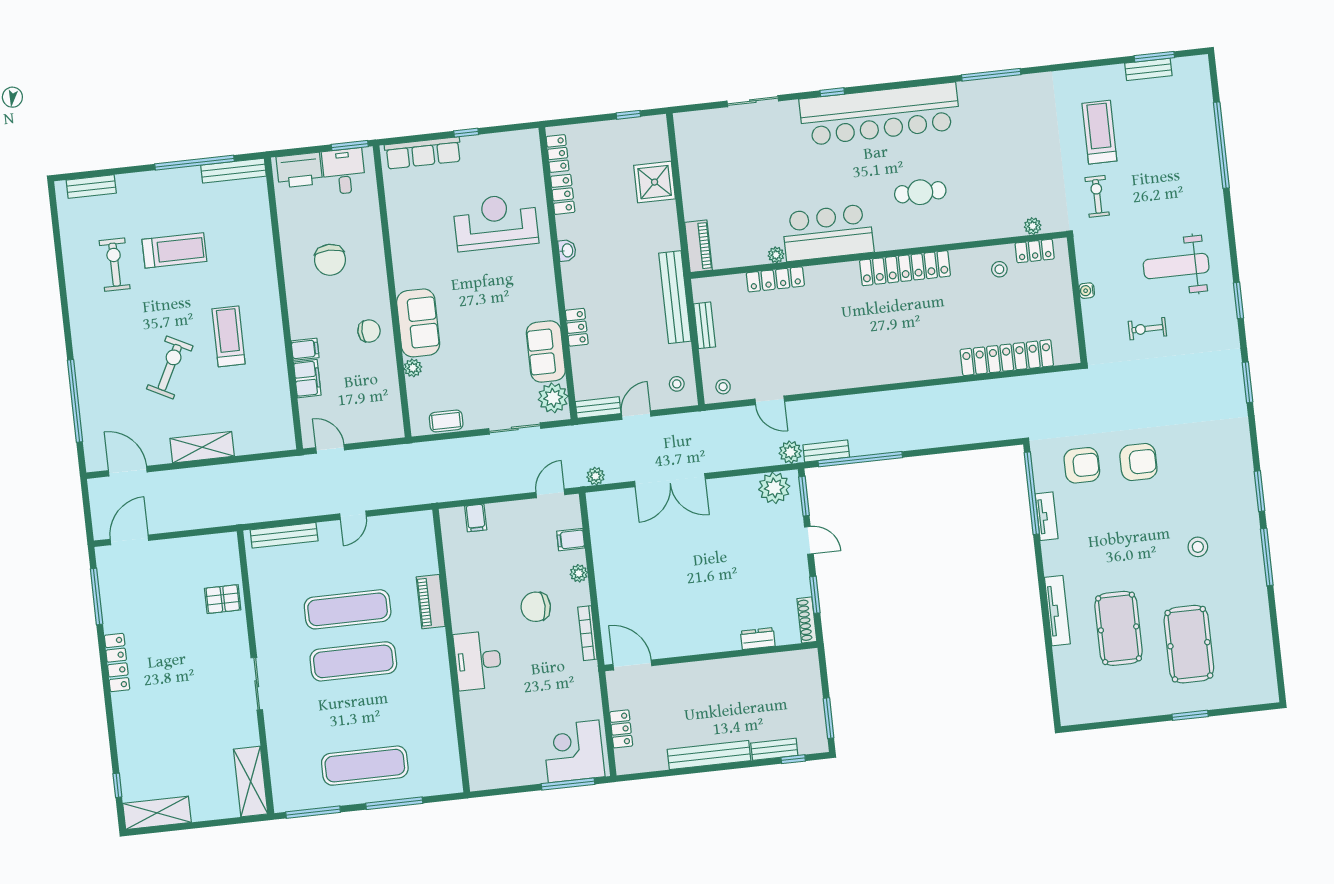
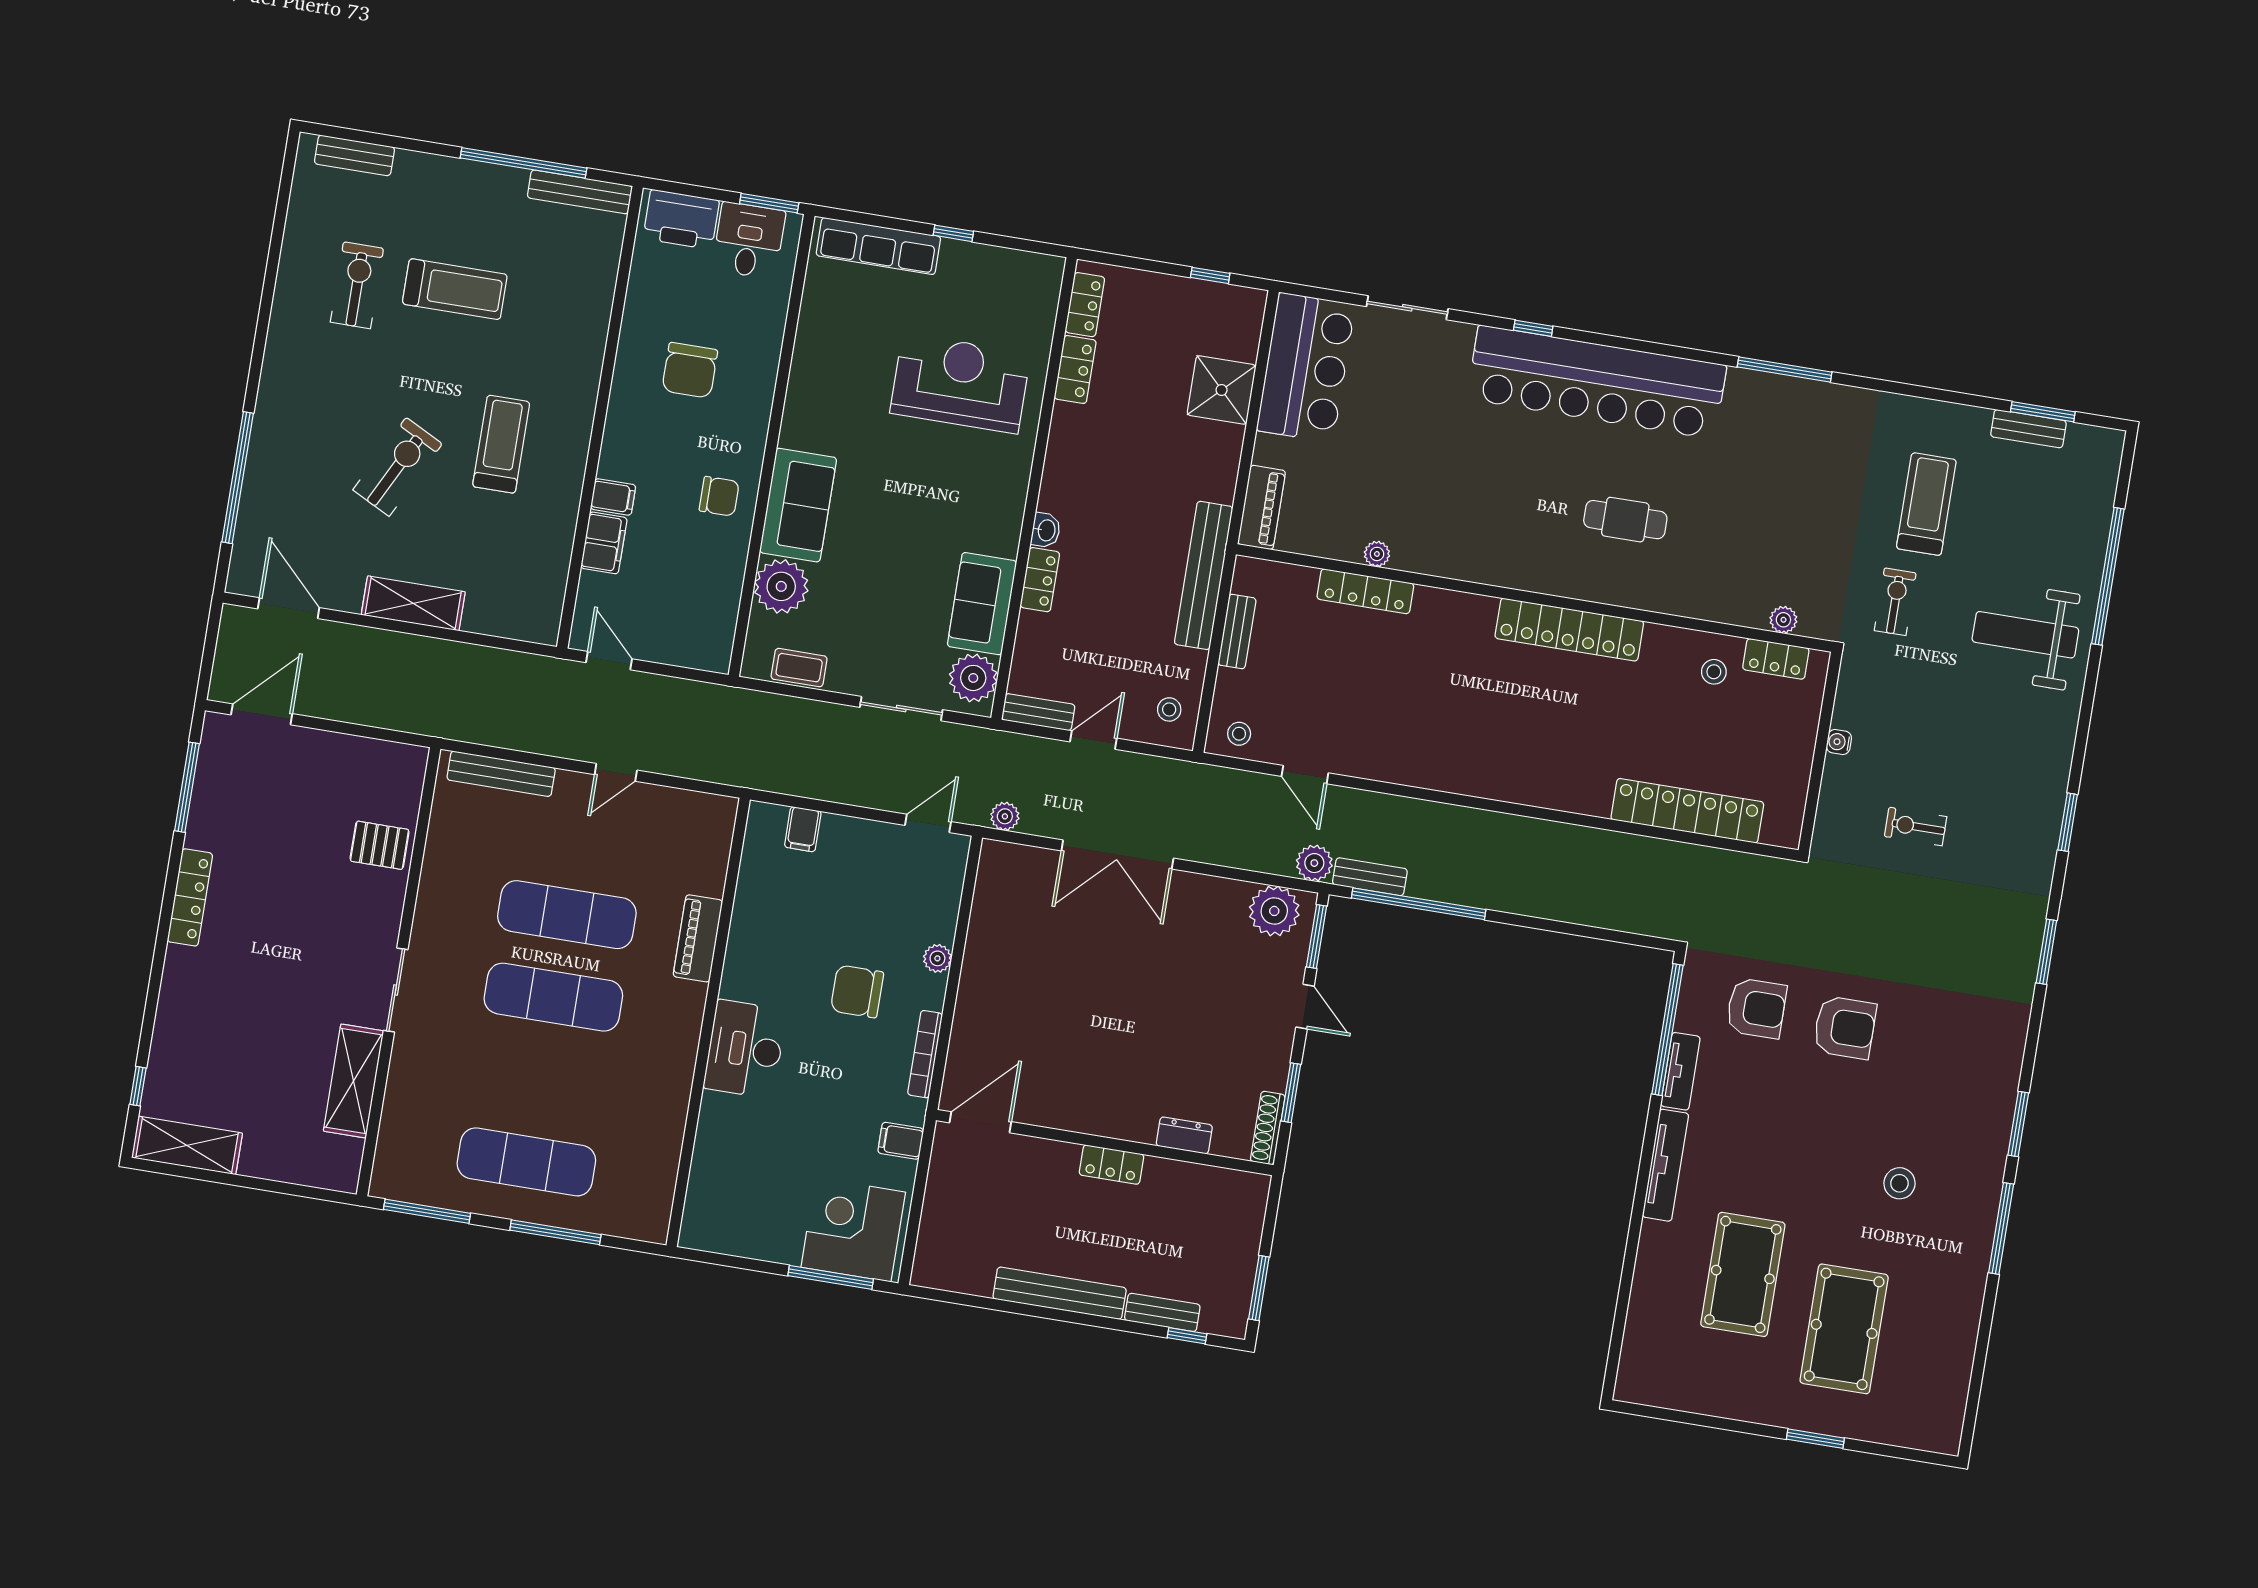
bar counter: (828, 233) -> (1306, 367), moved, turned 90
washbasin: (567, 250) -> (1046, 530), moved
weight bench: (1176, 266) -> (2025, 635), moved
plant: (413, 368) -> (781, 586), width x1.88, depth x1.88
filing cabinet: (571, 540) -> (901, 1141), moved
tv unit: (1057, 611) -> (1666, 1165), moved
door: (632, 665) -> (980, 1122), hinge flipped
locker: (621, 729) -> (1111, 1165), moved, turned 90
shelving: (251, 782) -> (353, 1081), moved

